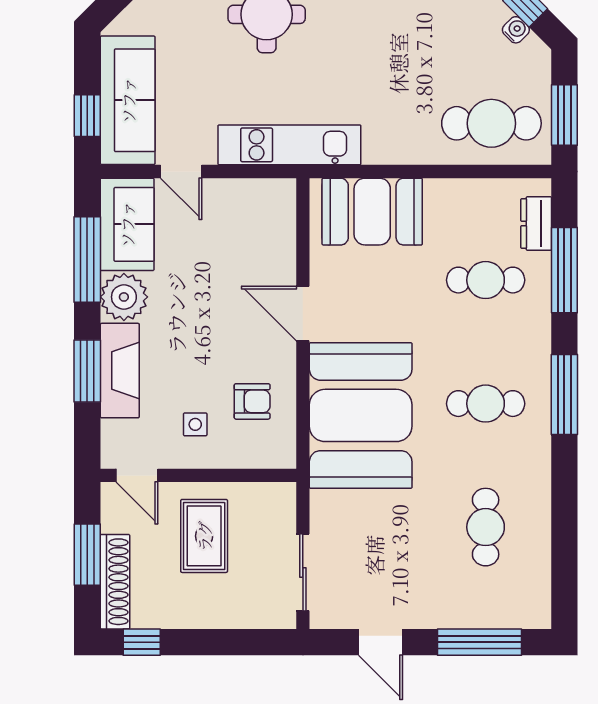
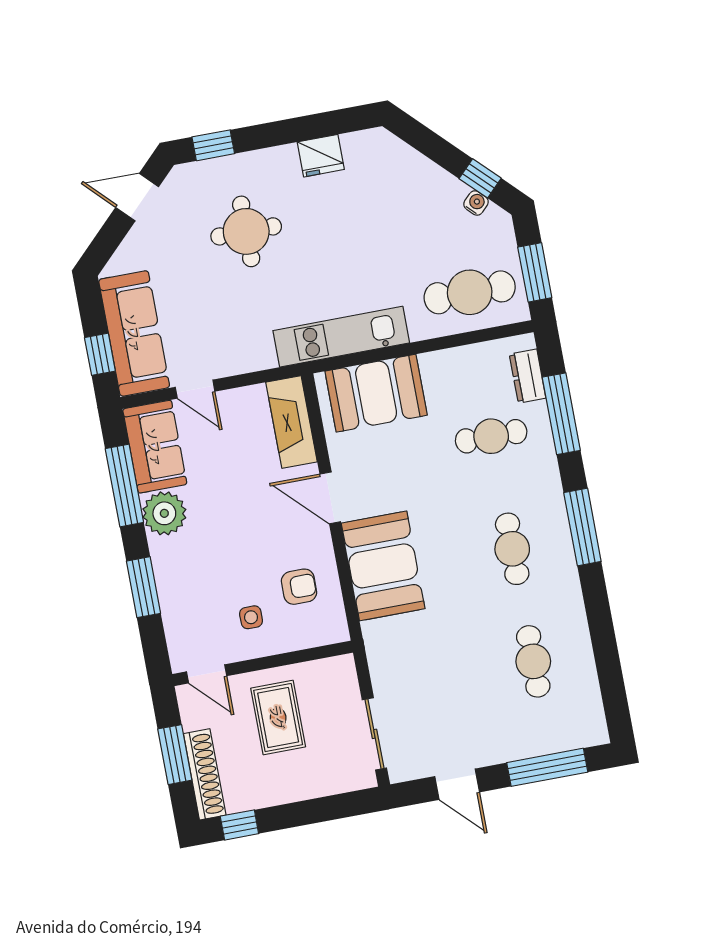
kitchen unit: (289, 145) -> (341, 337), moved
fireplace: (120, 371) -> (292, 422), moved, turned 180
cafe table: (486, 404) -> (512, 549), turned 90
booth: (361, 415) -> (383, 566), width x0.73, depth x0.70

